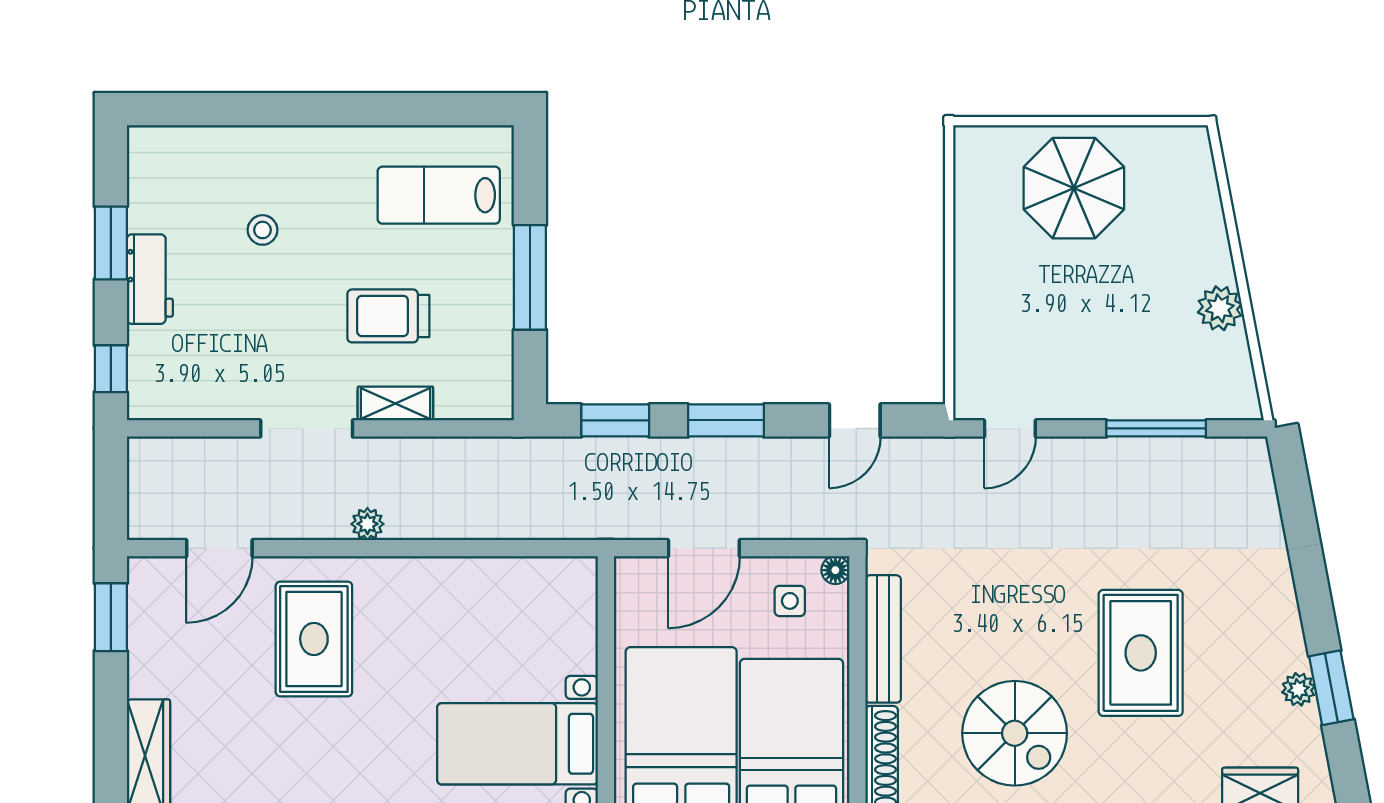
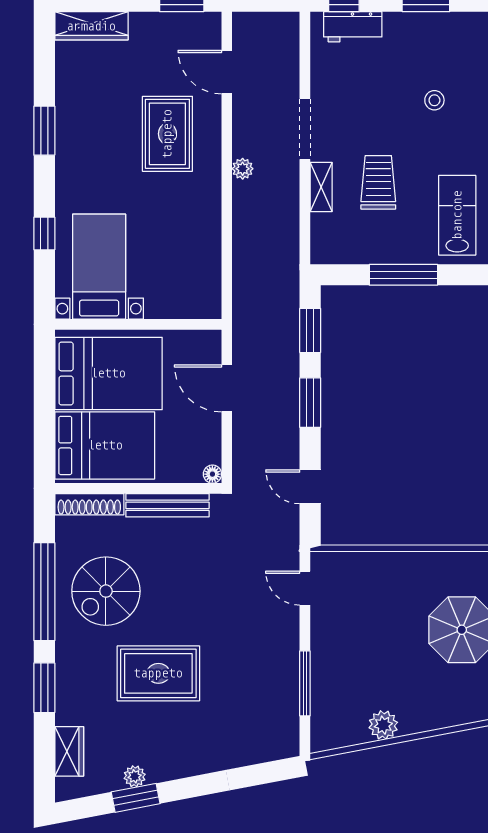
workbench: (150, 279) -> (353, 27), moved
side table: (790, 601) -> (192, 444), removed
rug: (314, 639) -> (167, 134), turned 90

